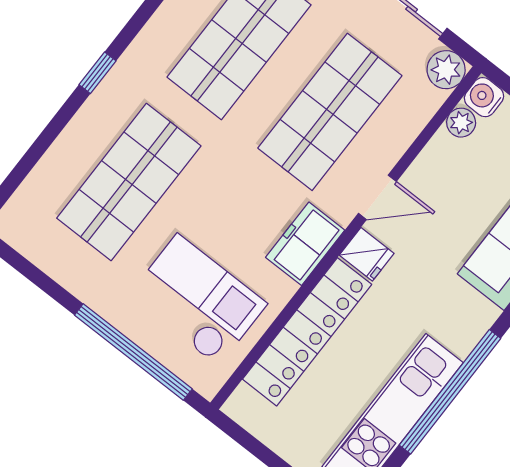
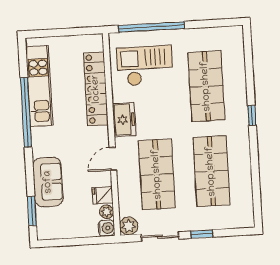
fridge: (367, 254) -> (102, 195), moved
checkout: (198, 300) -> (145, 66), turned 180

